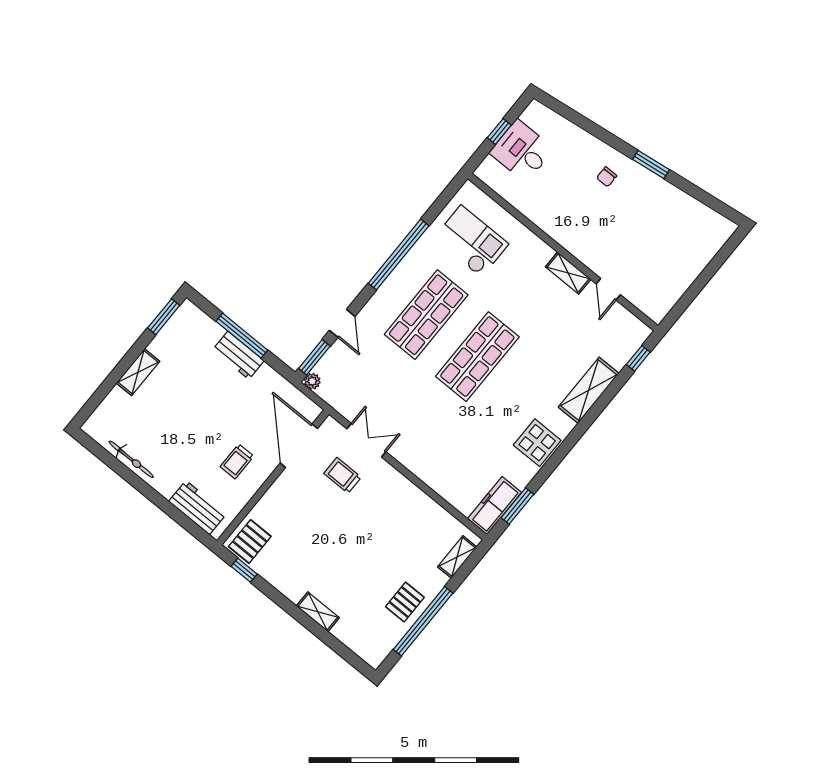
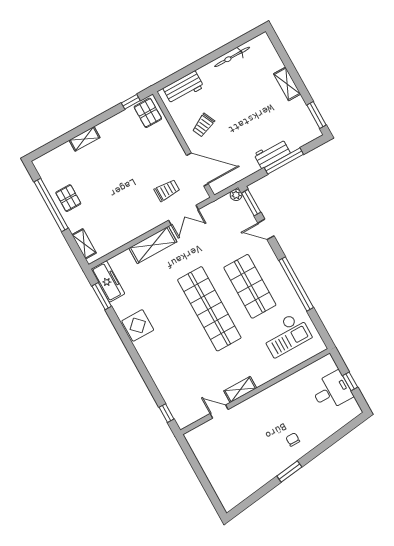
shop shelf: (477, 357) -> (209, 309), width x1.40
shelving: (589, 390) -> (153, 245), moved, turned 90
trolley: (237, 461) -> (203, 125), turned -115

